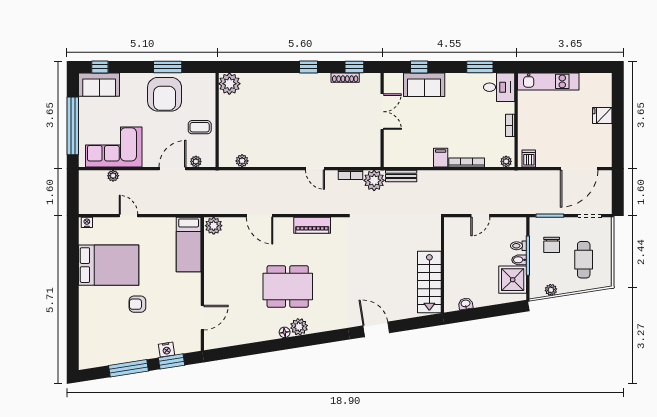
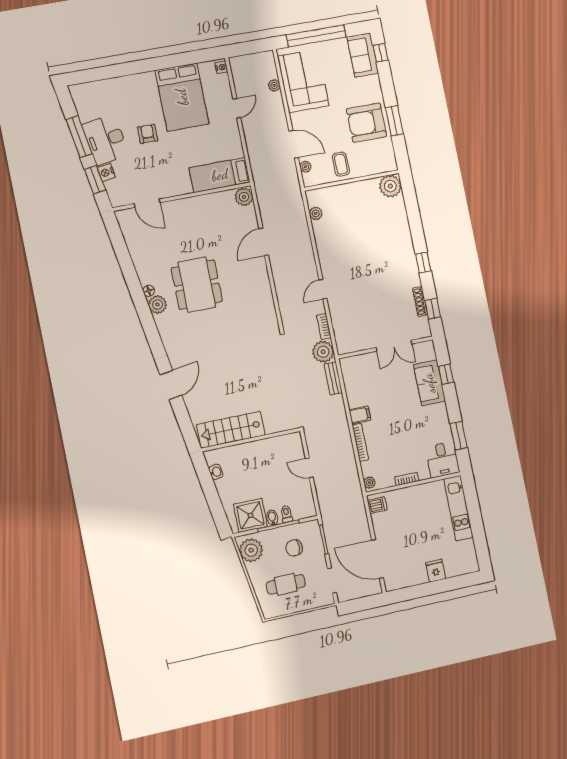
piano: (312, 225) -> (265, 298), removed
plant: (551, 290) -> (251, 550), width x1.88, depth x1.88
desk: (136, 344) -> (106, 140), added

